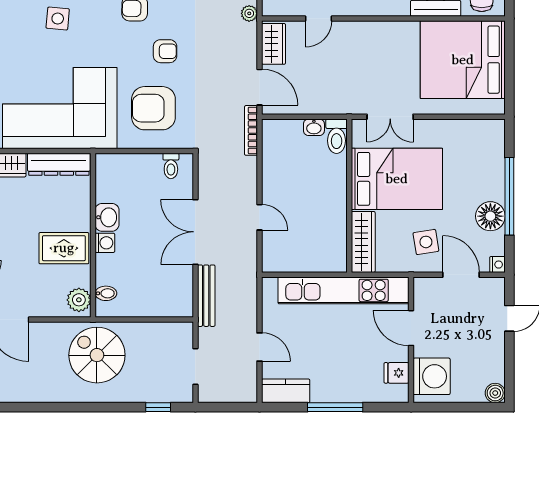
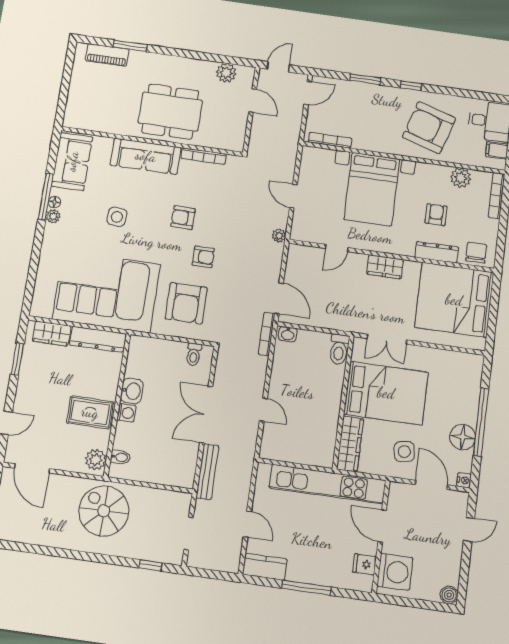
wardrobe: (274, 44) -> (385, 267), moved, turned 90
armchair: (153, 108) -> (186, 303), turned -90
washbasin: (314, 127) -> (288, 334), moved

